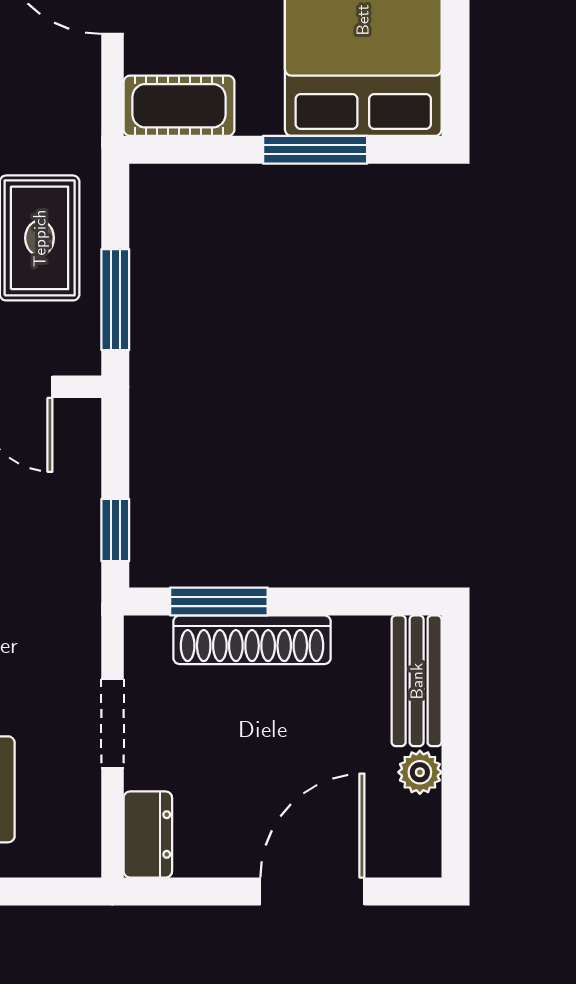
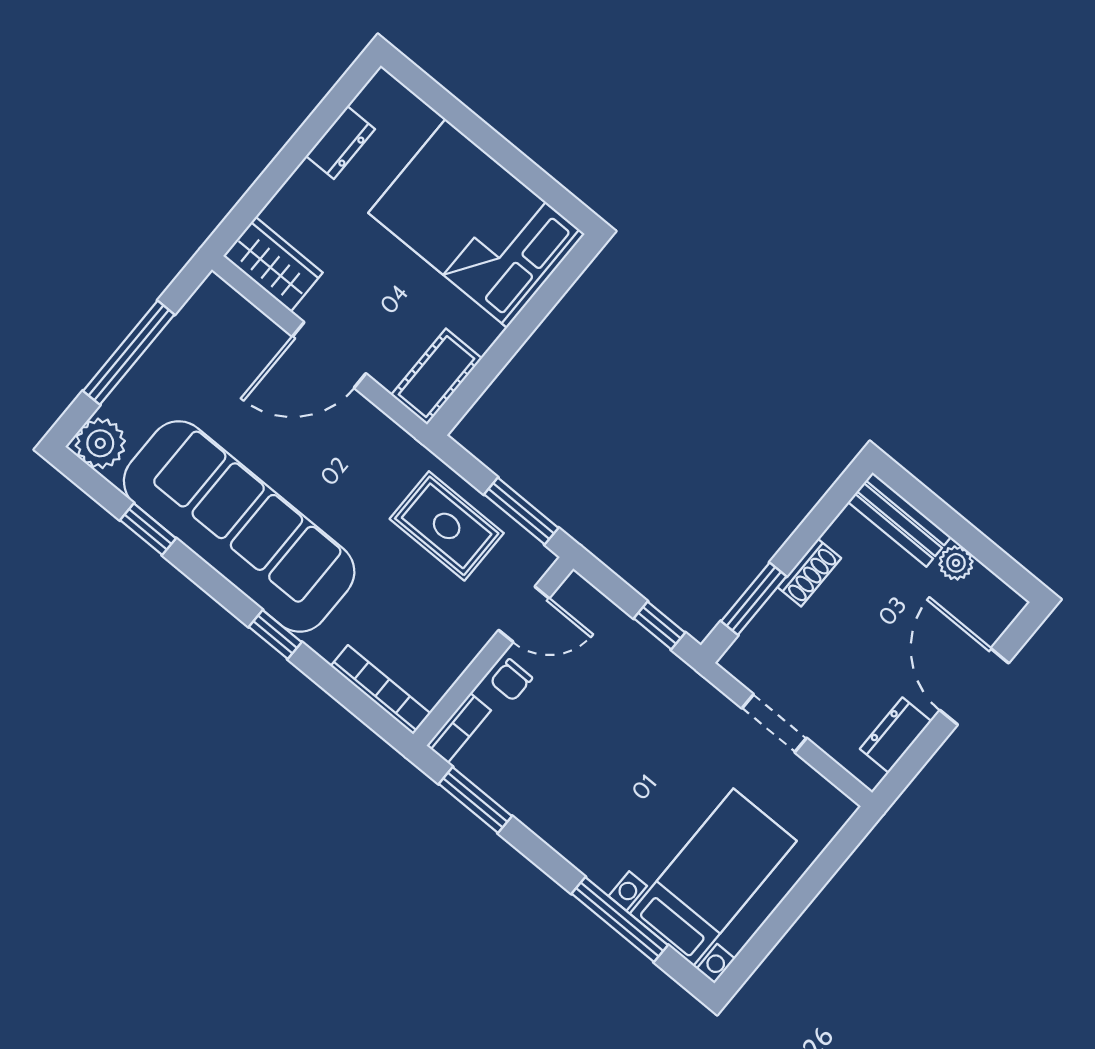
window: (315, 150) -> (530, 317), removed
shoe rack: (252, 640) -> (809, 573), width x0.51, depth x0.81
dresser: (148, 835) -> (896, 735), moved, turned -90

